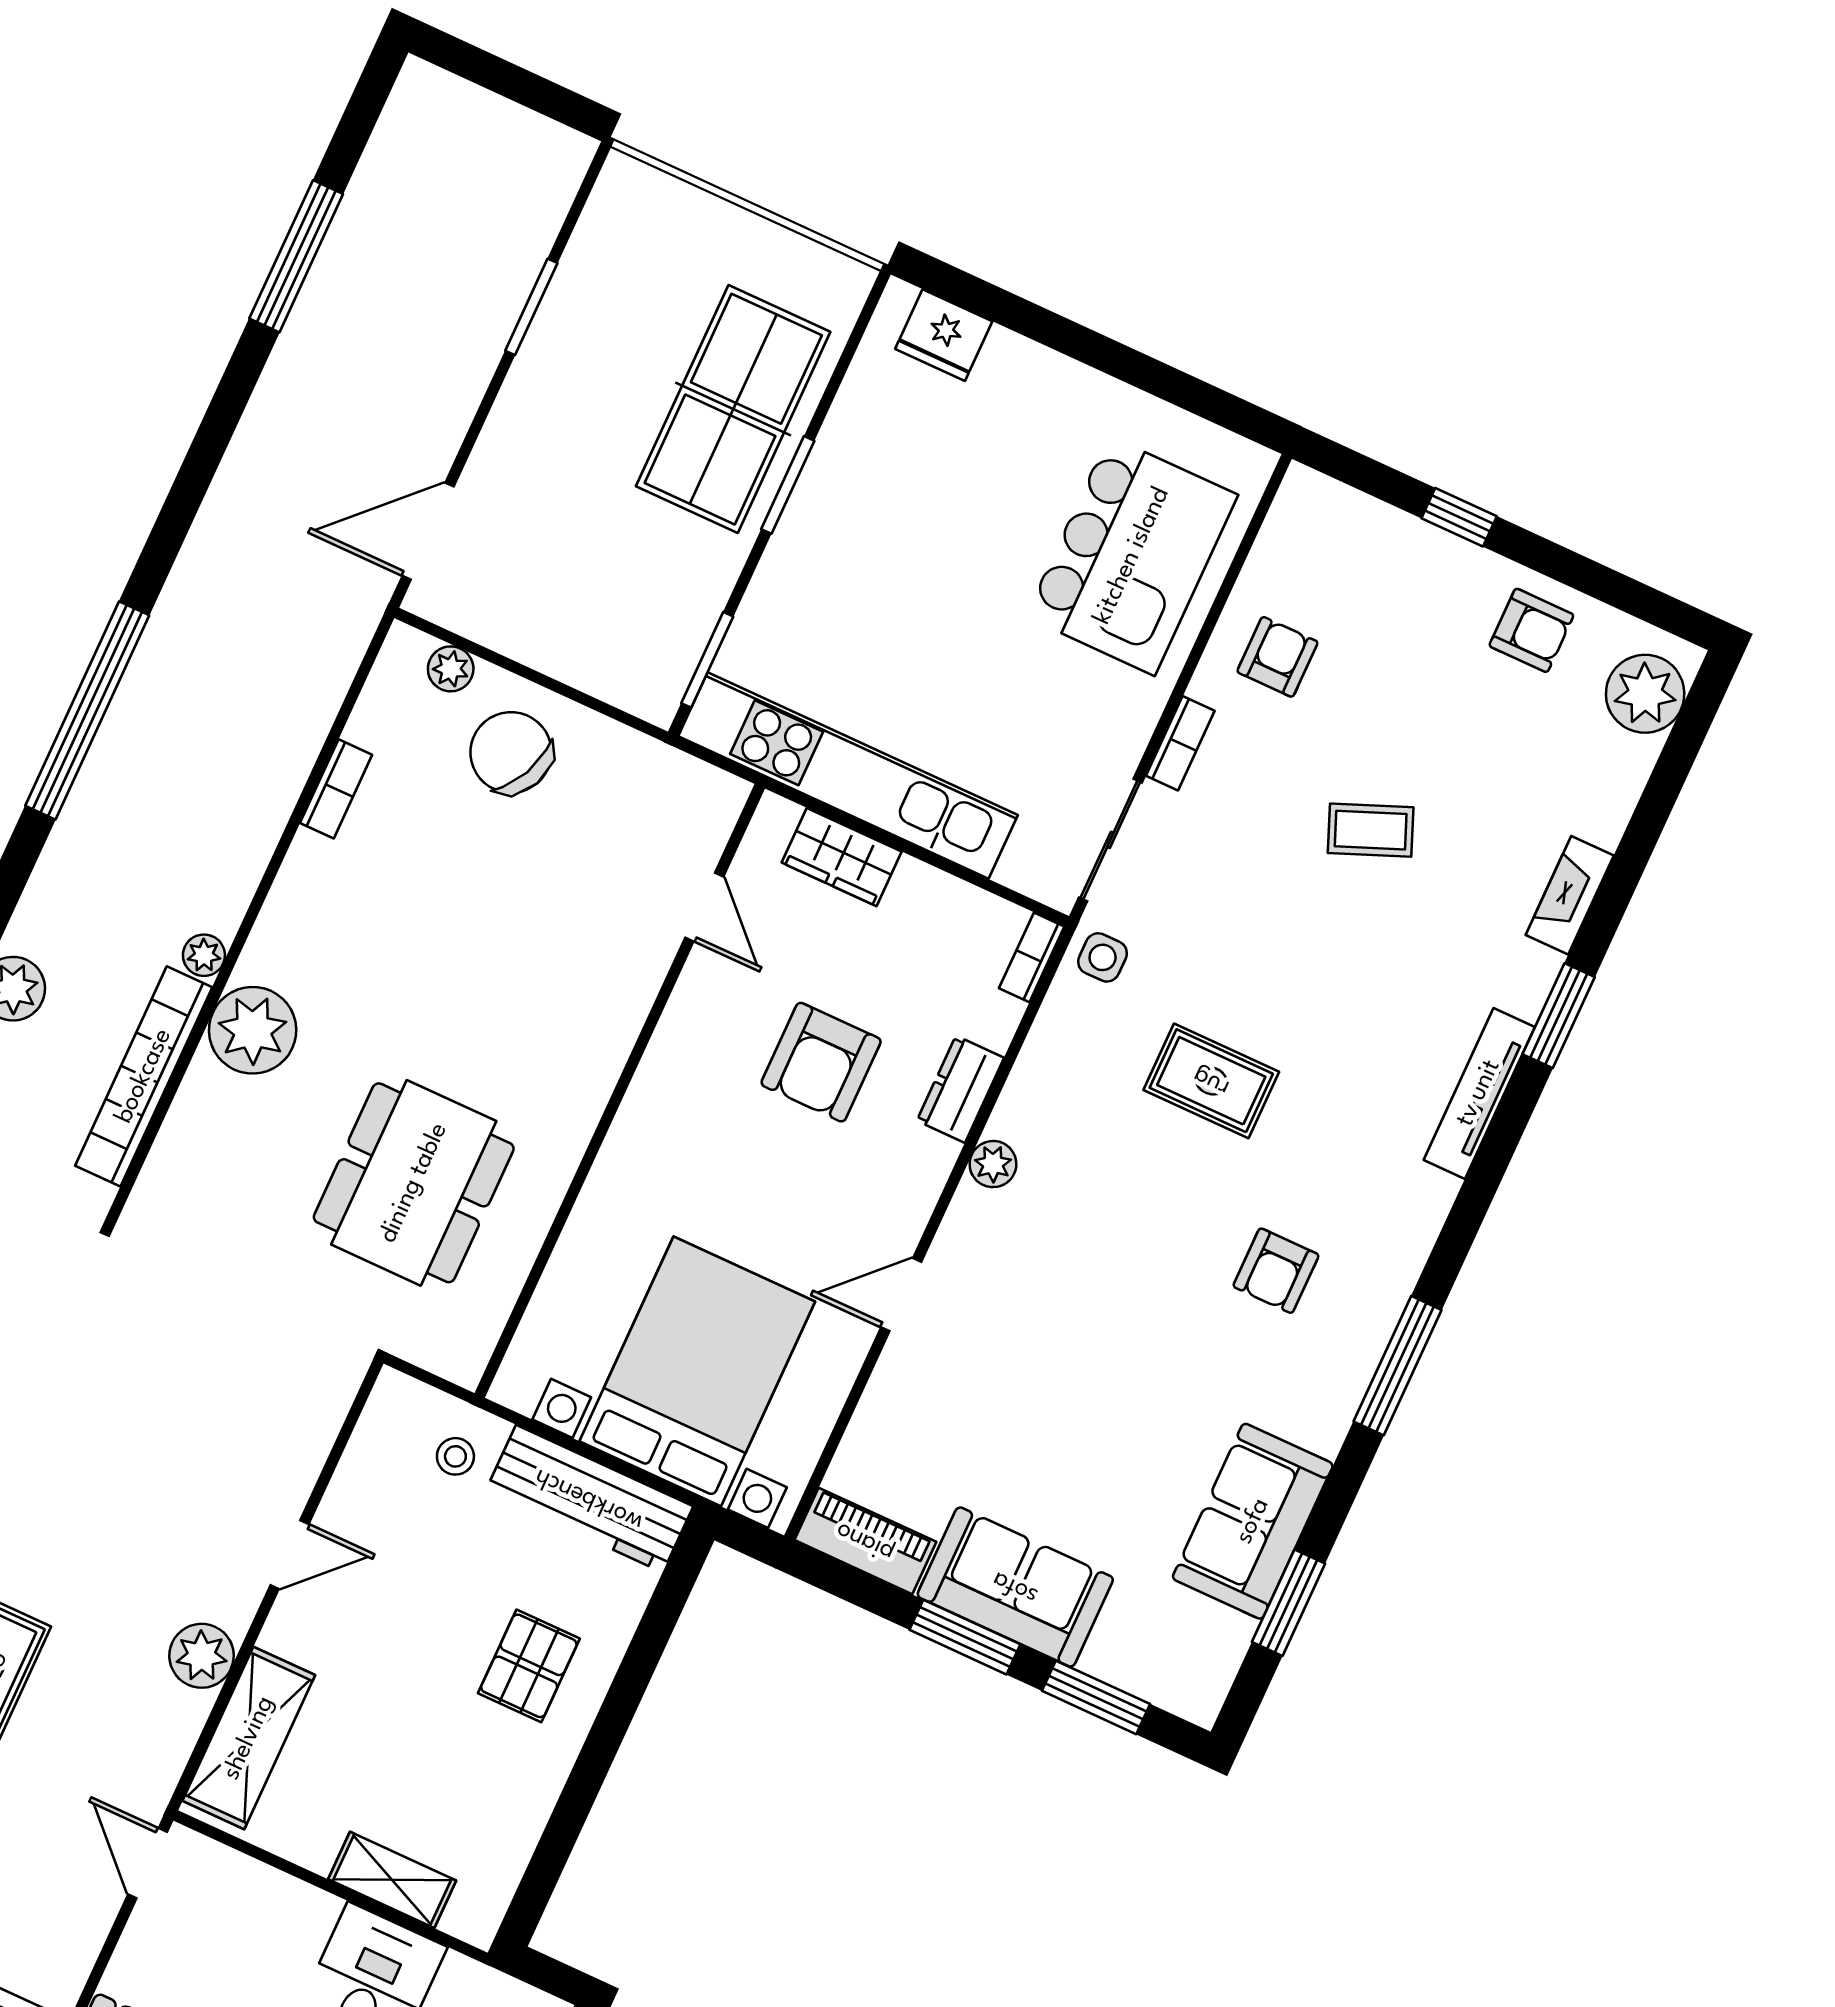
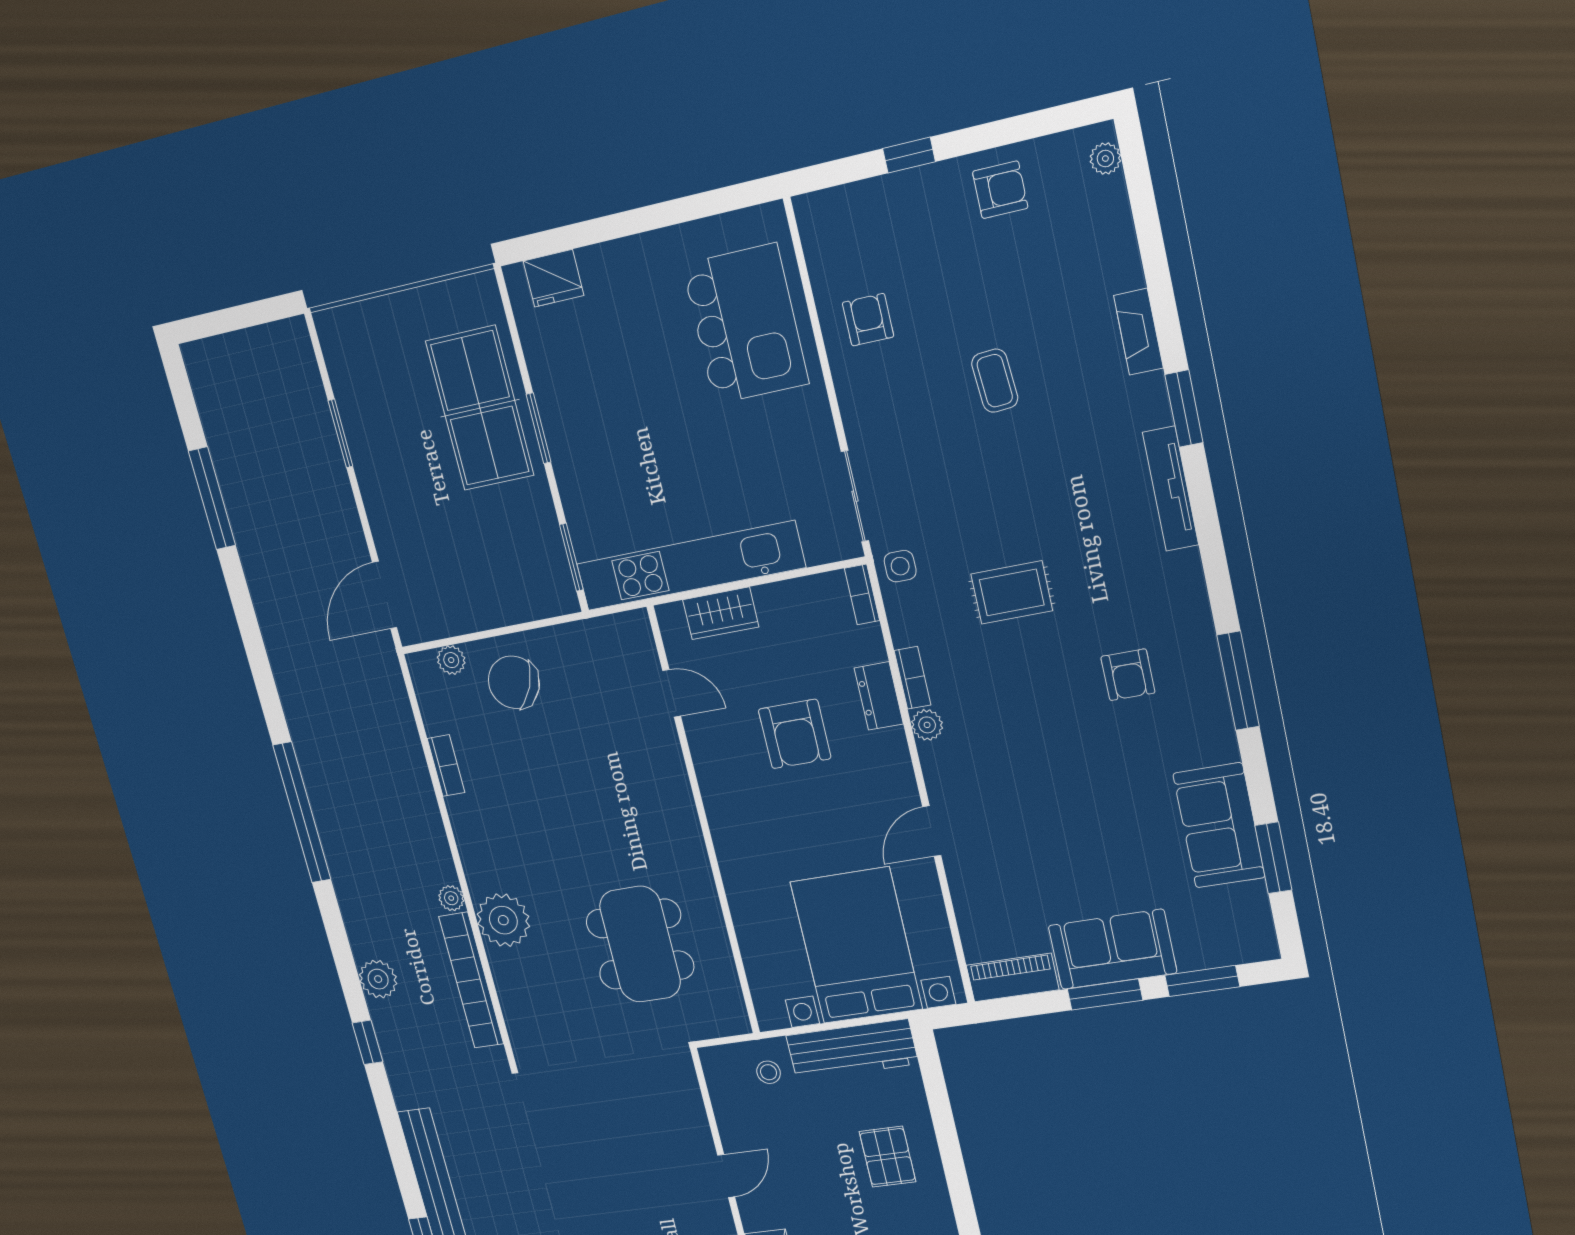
plant: (1645, 694) -> (1105, 159), width x0.53, depth x0.53
bookcase: (1180, 743) -> (913, 678), moved
coffee table: (1371, 830) -> (995, 381), turned -72

